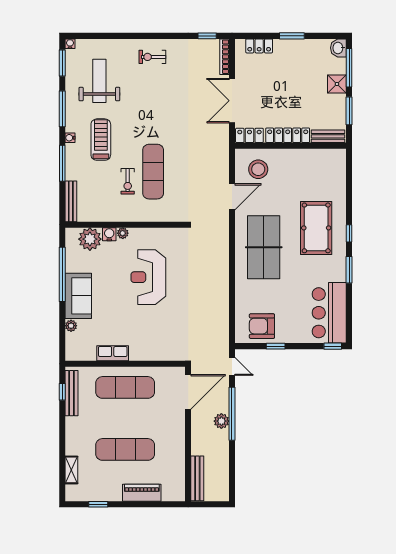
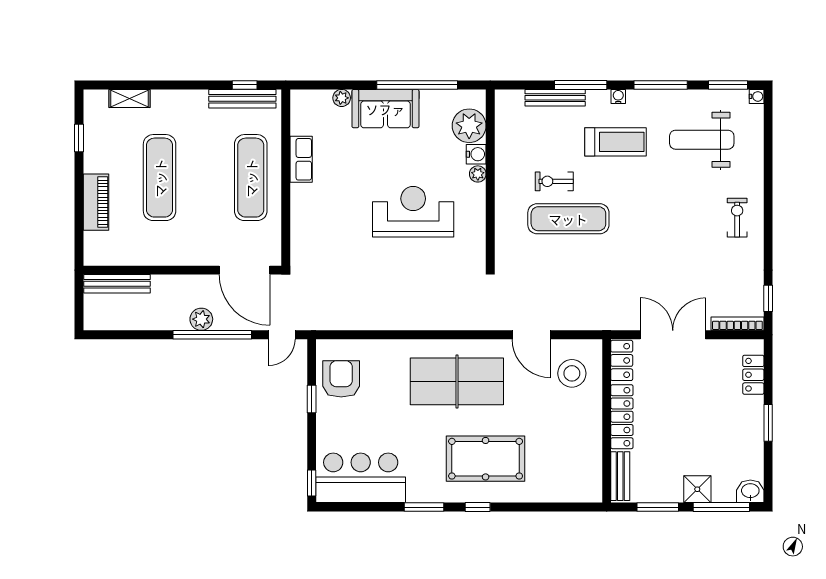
weight bench: (99, 81) -> (702, 140), turned 180
bench: (71, 201) -> (555, 98), moved

